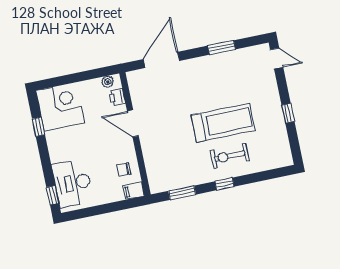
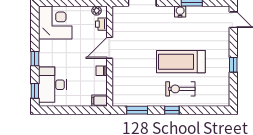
water cooler: (210, 62) -> (180, 12), added
treadmill: (223, 123) -> (181, 62), turned 180
door: (133, 124) -> (110, 48), hinge flipped
window: (39, 127) -> (35, 59), moved
chair: (124, 170) -> (101, 71), moved

